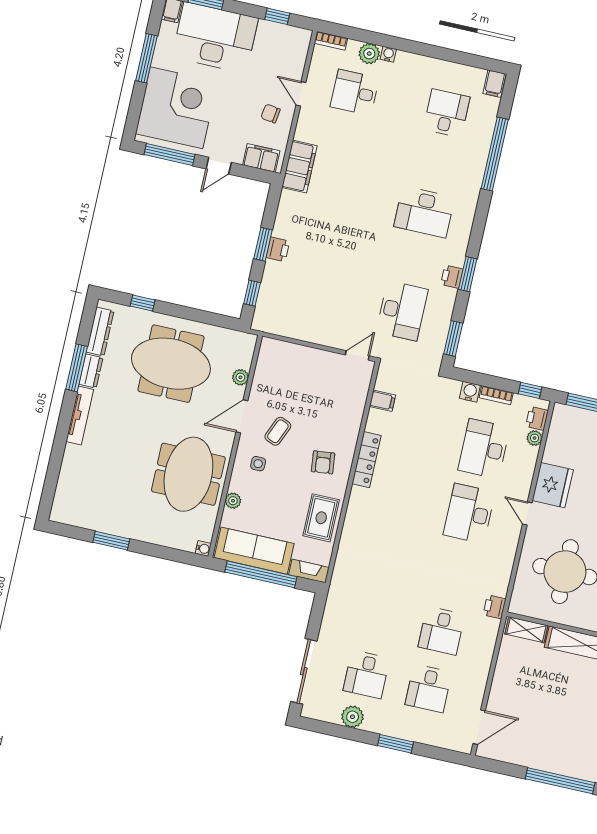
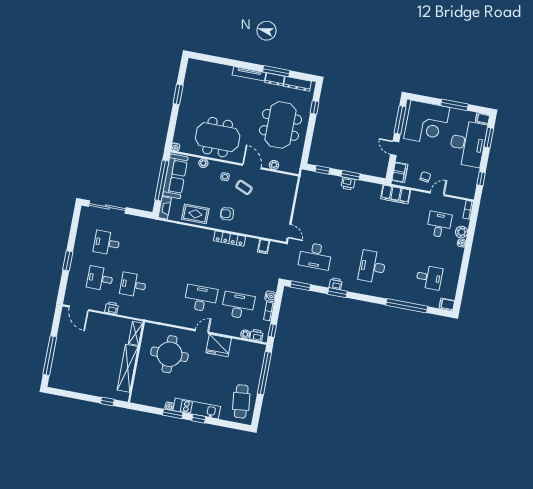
printer: (495, 607) -> (112, 308), moved
plant: (353, 717) -> (82, 236), removed

